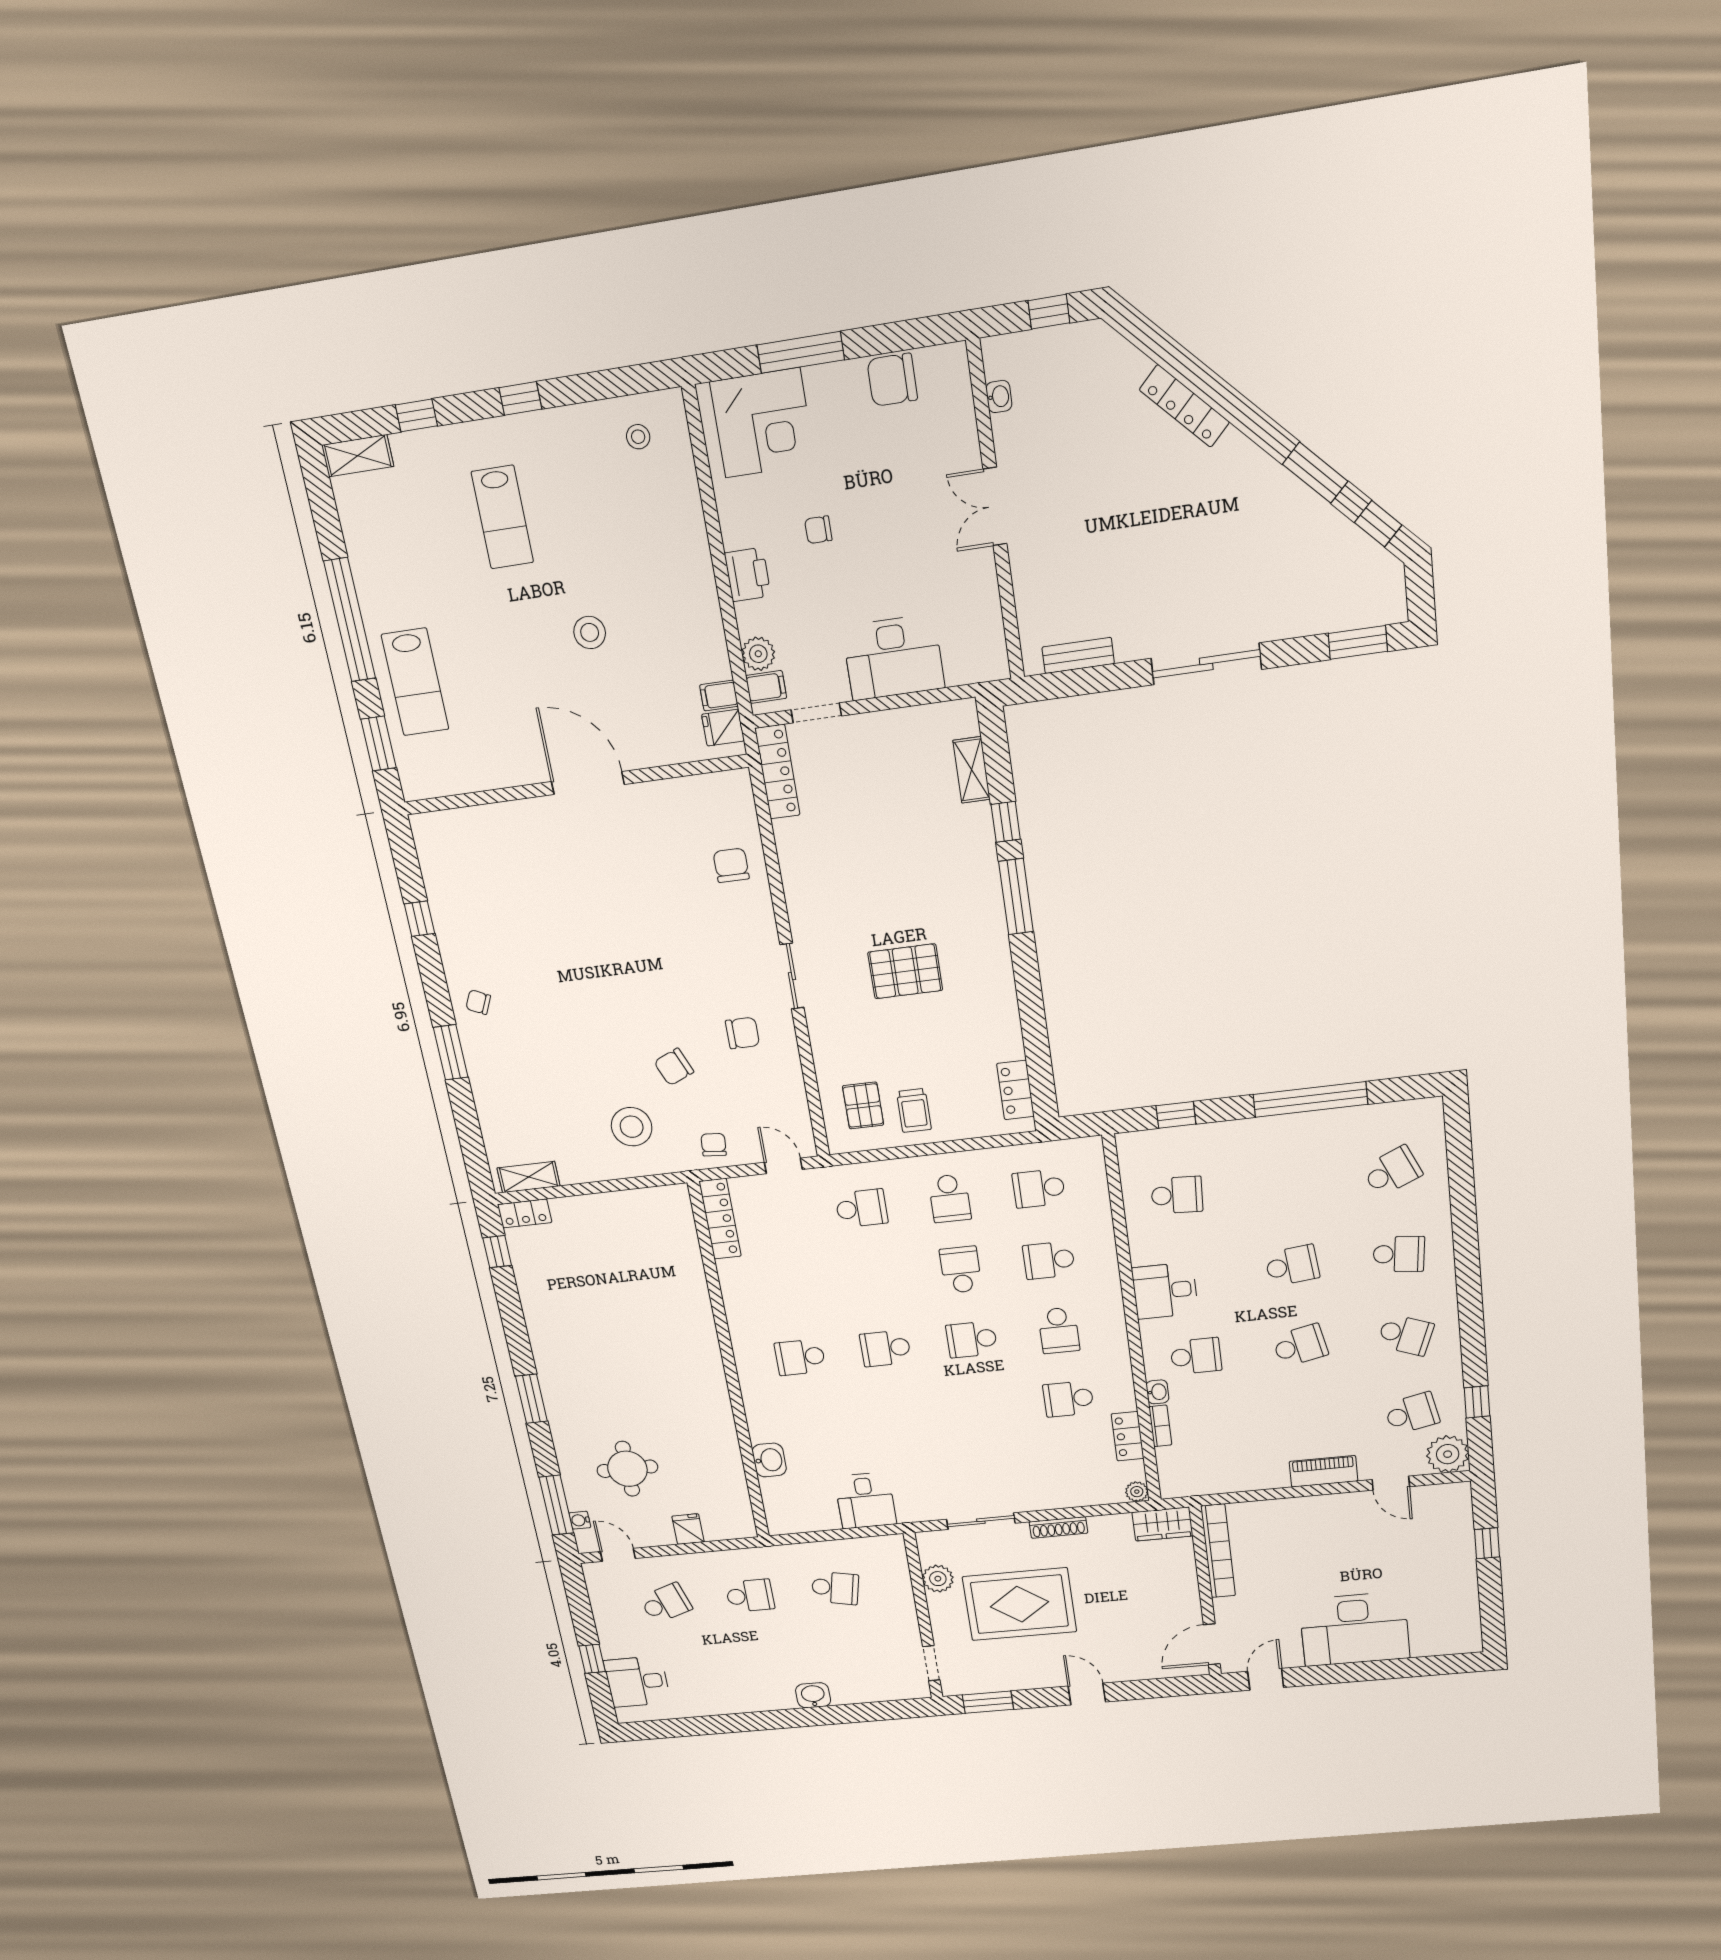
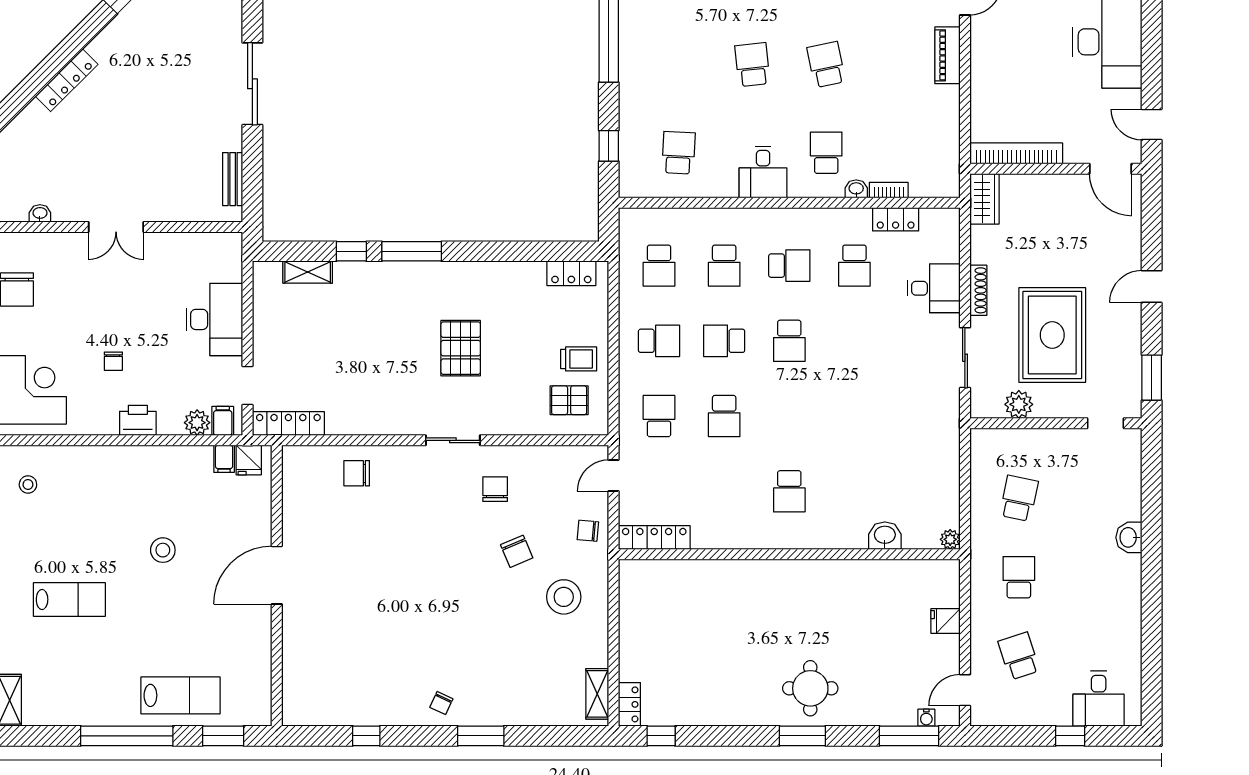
school desk: (885, 1348) -> (724, 416), moved
round table: (627, 1469) -> (810, 688), moved
plant: (1137, 1492) -> (950, 539), moved
desk: (865, 1501) -> (934, 288), moved

